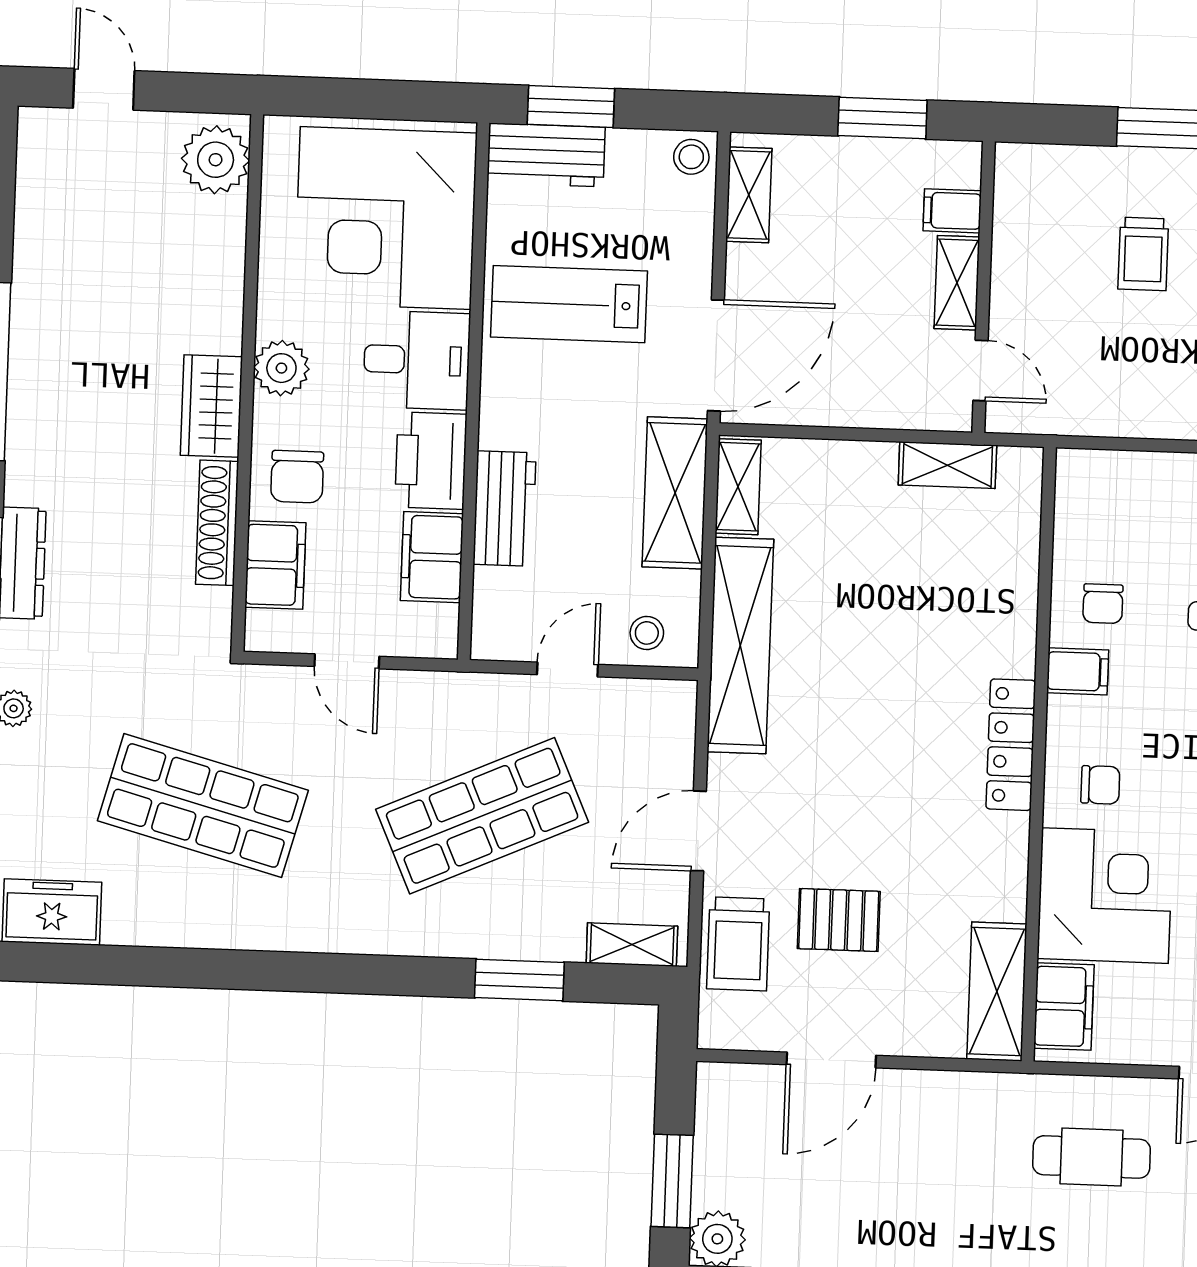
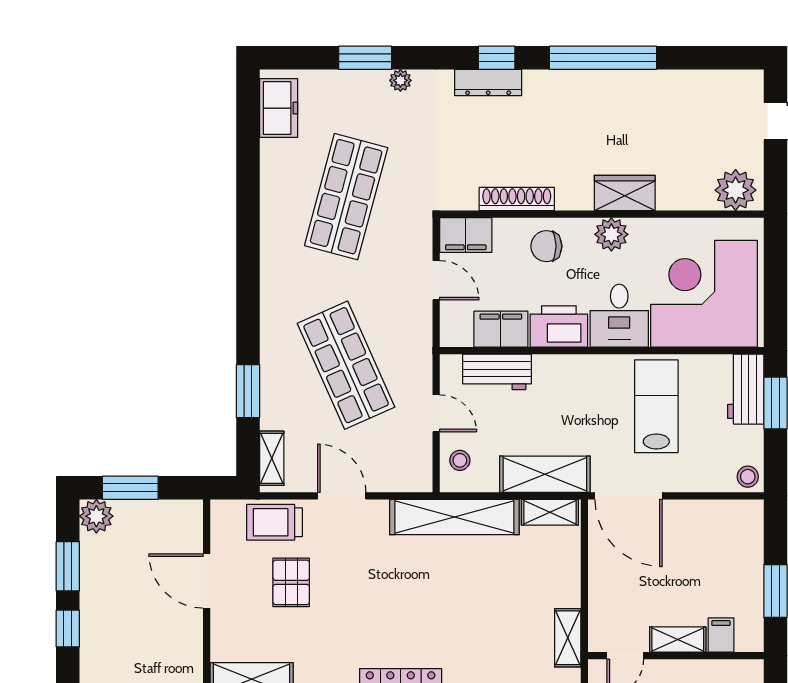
shelving: (749, 195) -> (726, 512), removed
wardrobe: (211, 406) -> (625, 193), moved
workbench: (504, 509) -> (497, 372), moved
filing cabinet: (275, 565) -> (466, 235), moved
door: (347, 661) -> (436, 280), swing flipped

